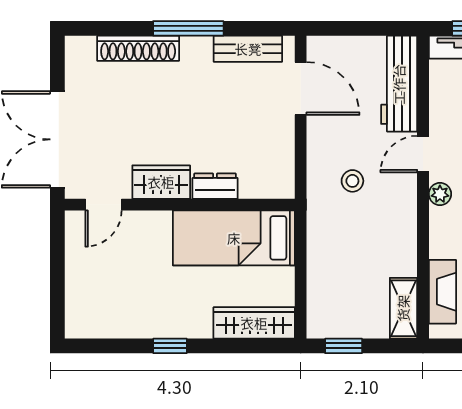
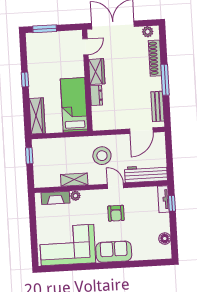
plant: (77, 62) -> (148, 32), added
stool: (352, 181) -> (102, 156), width x1.89, depth x1.89
plant: (440, 194) -> (75, 196), moved
door: (103, 205) -> (85, 47), swing flipped
window: (57, 295) -> (45, 29), added
shelving: (403, 308) -> (74, 180), moved

